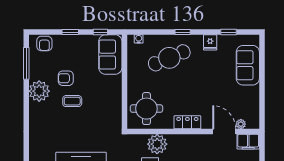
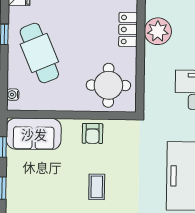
armchair: (66, 78) -> (92, 133), moved
plant: (157, 144) -> (158, 31), moved

